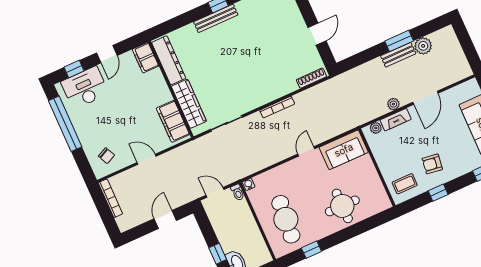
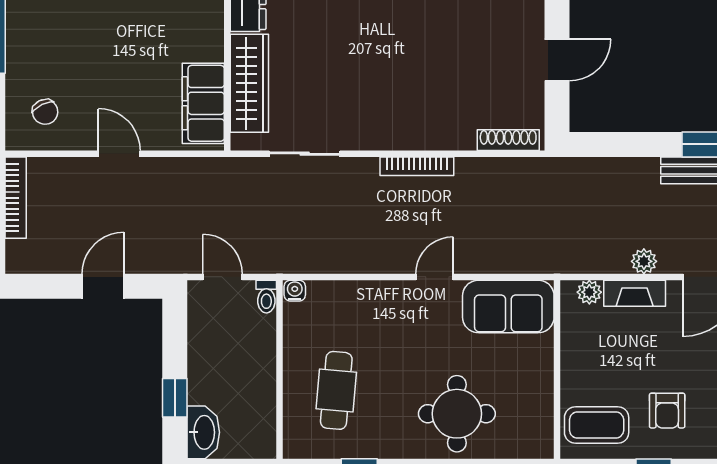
armchair: (432, 164) -> (667, 411), turned -98
coffee table: (405, 184) -> (597, 425), width x1.36, depth x1.30
cafe table: (286, 219) -> (336, 390), width x0.73, depth x0.74

